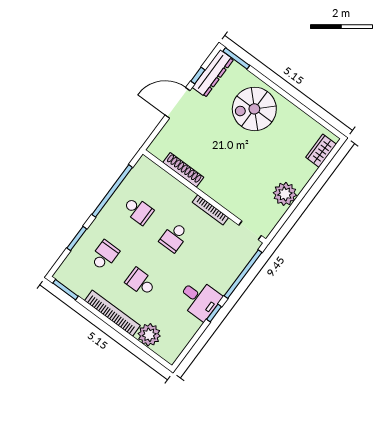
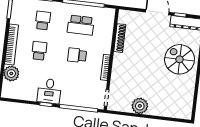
wardrobe: (321, 151) -> (177, 113), removed
school desk: (138, 210) -> (81, 25), width x1.85
school desk: (105, 256) -> (43, 21), turned -90

